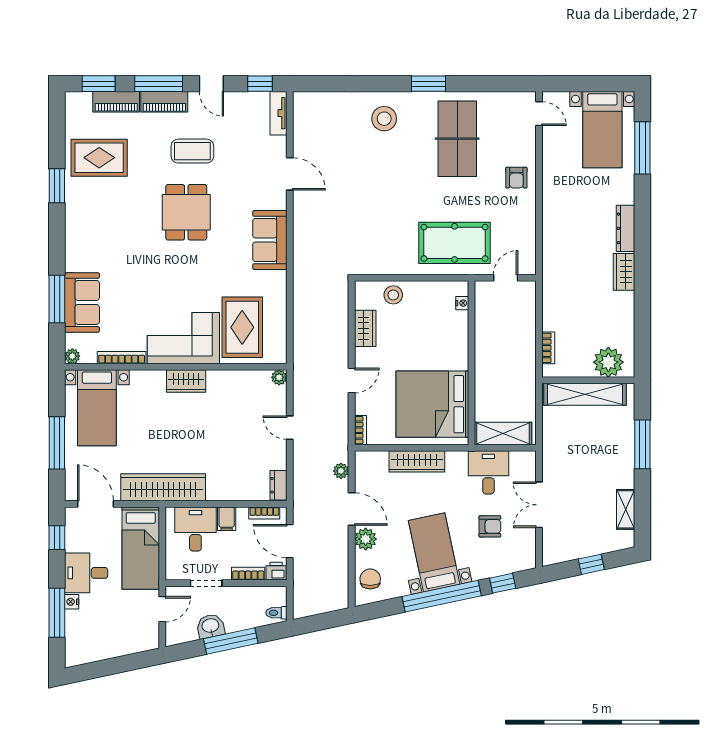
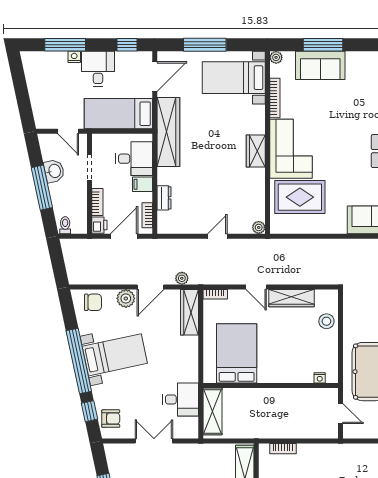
wardrobe: (365, 328) -> (291, 298), width x1.50
bed: (432, 404) -> (237, 353), width x0.73
wardrobe: (417, 461) -> (190, 312), moved
dresser: (279, 485) -> (164, 198), moved, turned 90
armchair: (490, 526) -> (111, 419), moved, turned -90

